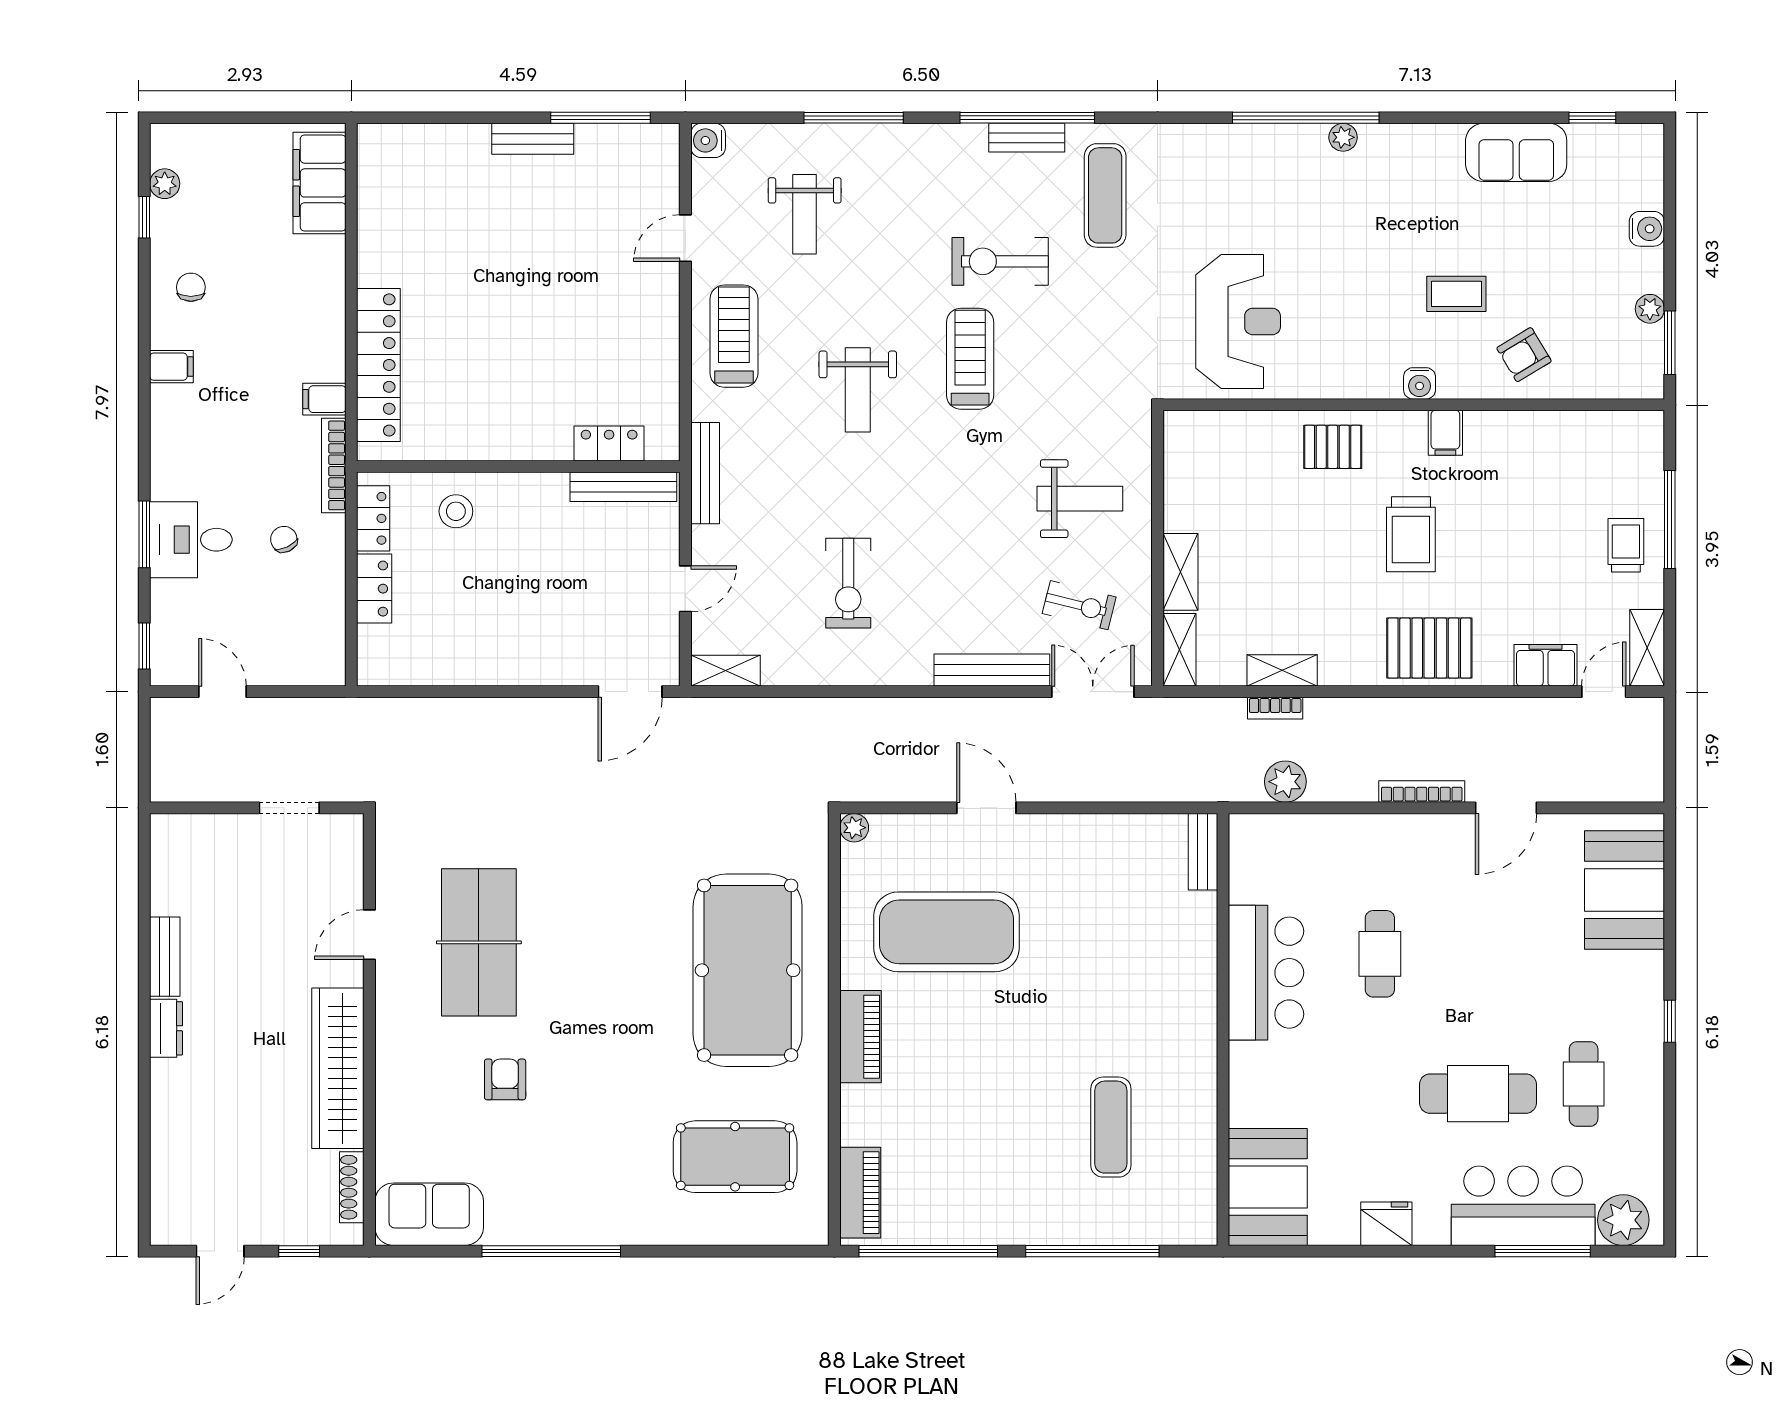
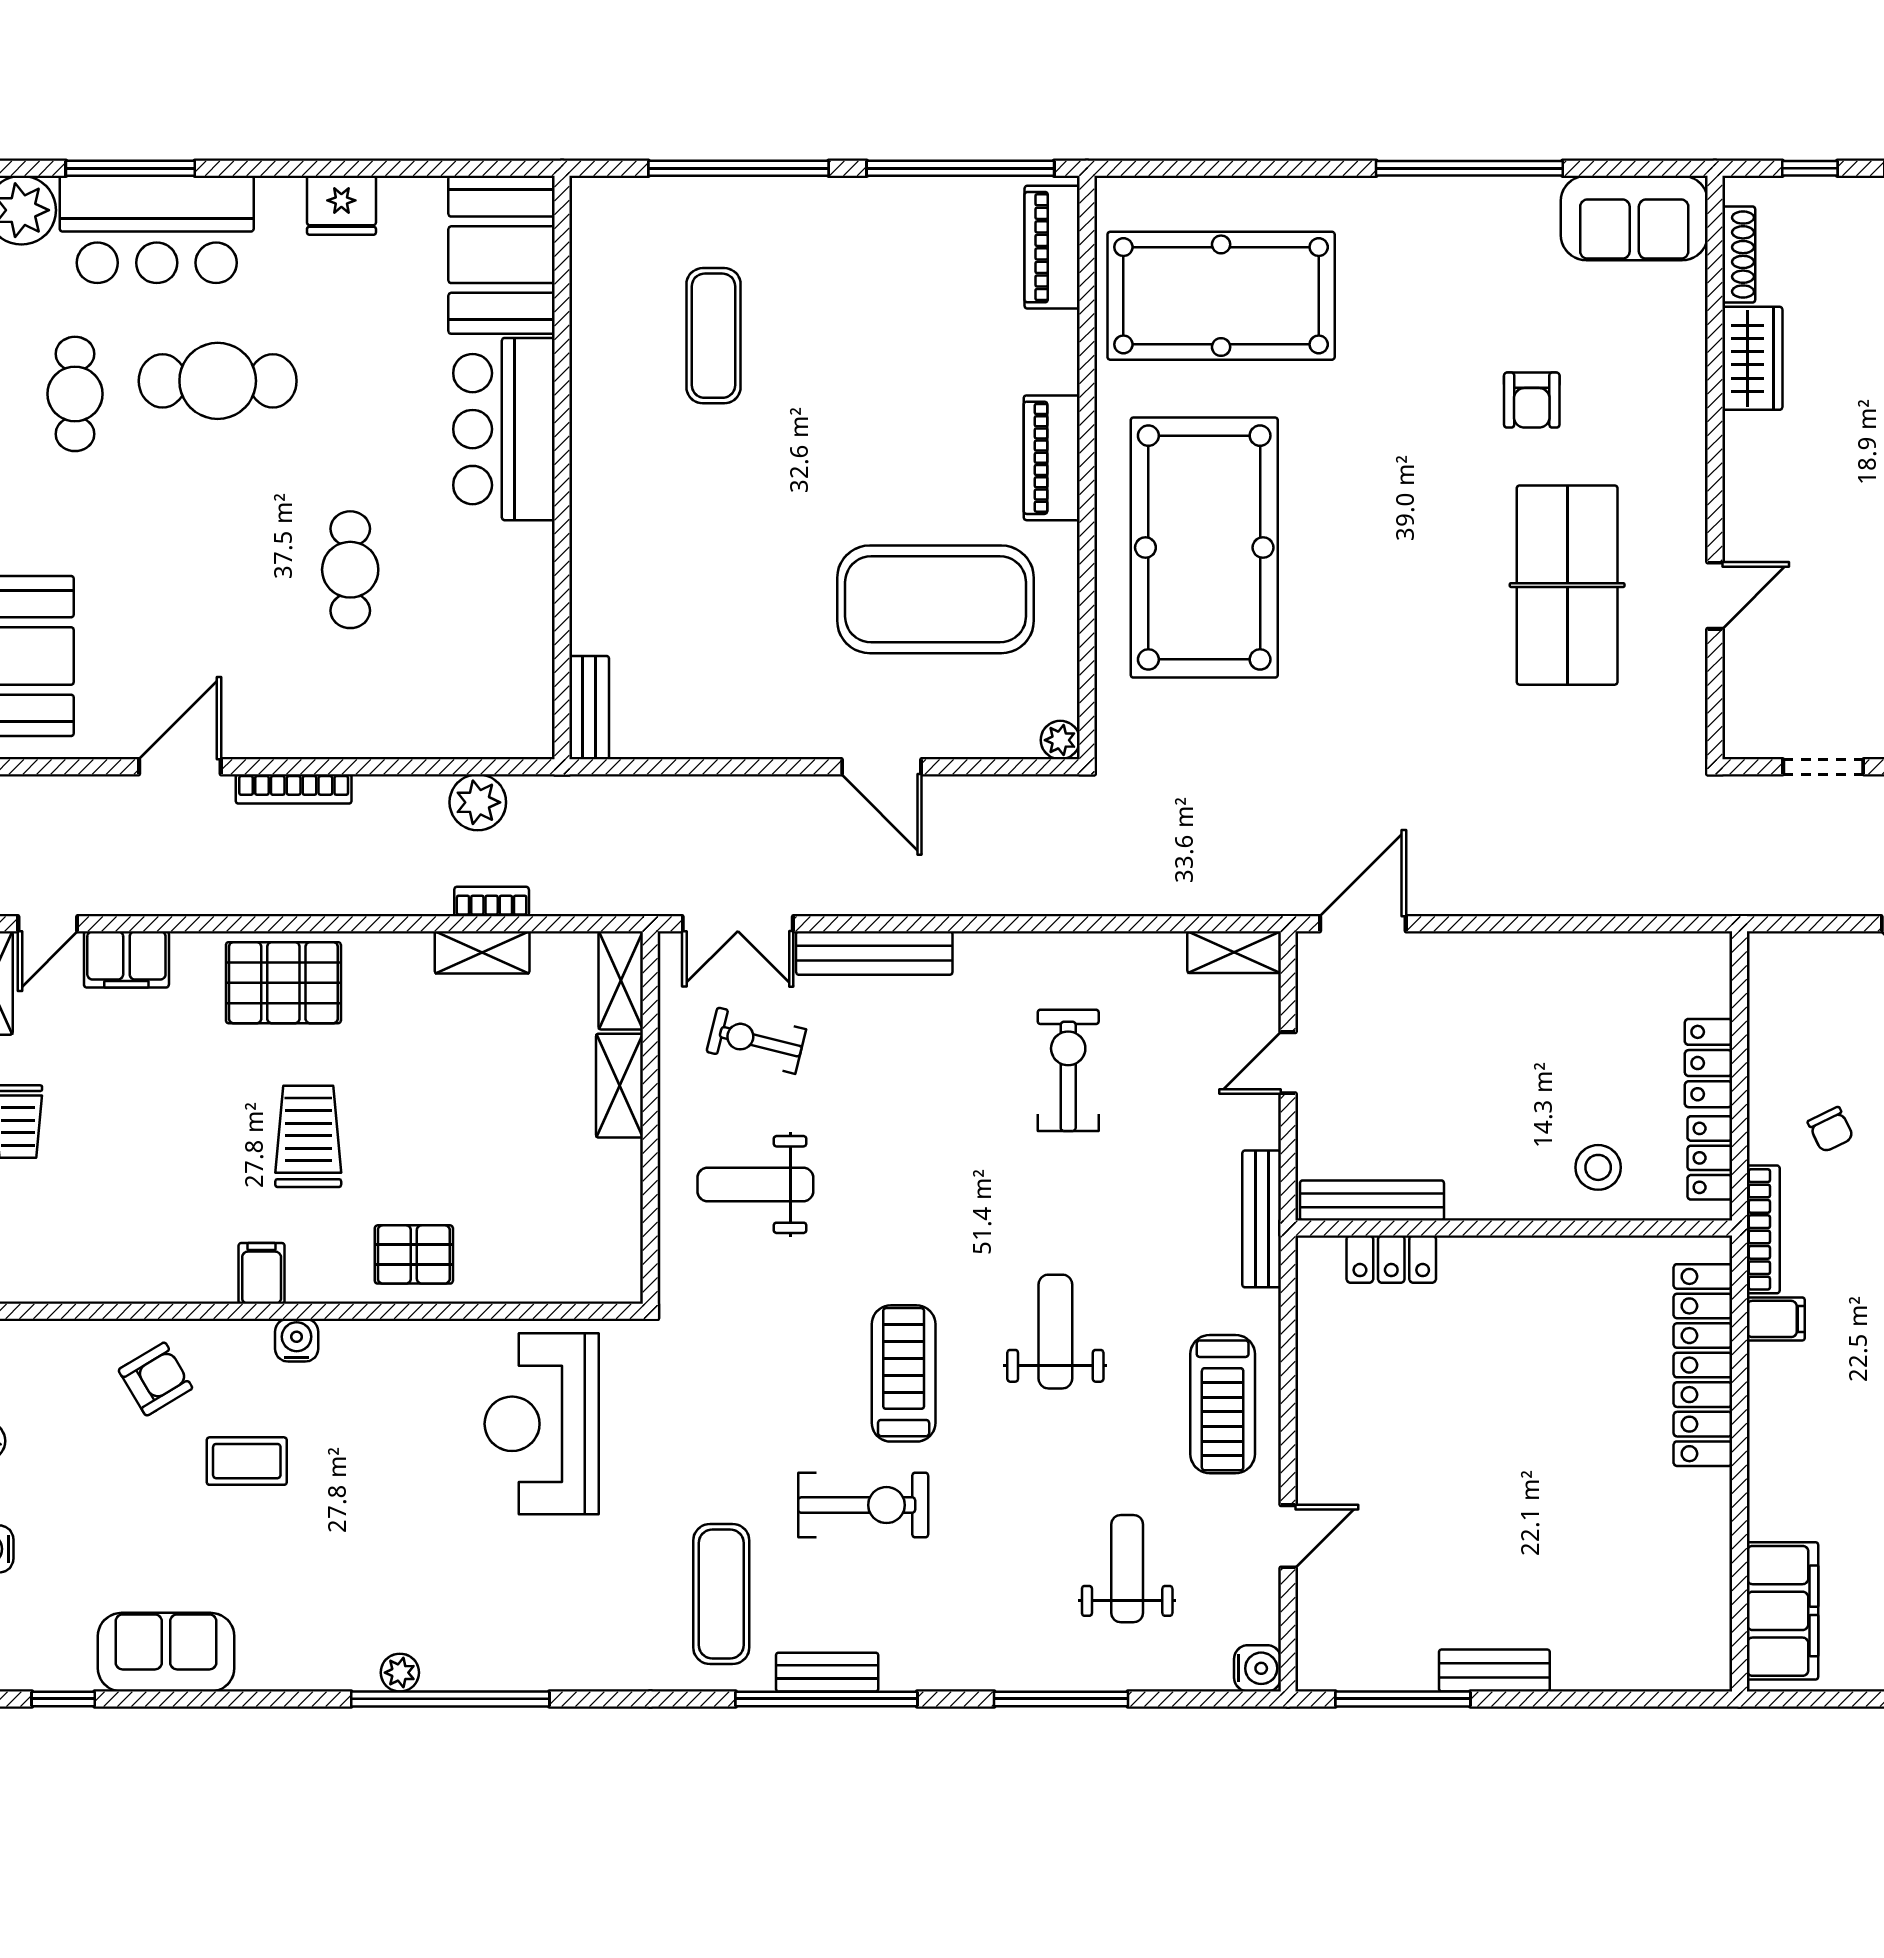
treadmill: (970, 359) -> (904, 1373), turned 180
bar counter: (1266, 973) -> (504, 429), moved
wardrobe: (338, 1068) -> (1752, 358), width x0.48, depth x0.85
pool table: (735, 1157) -> (1221, 296), width x1.36, depth x1.32

